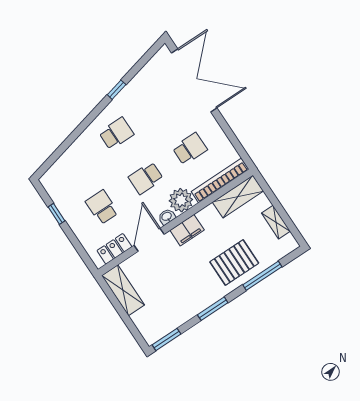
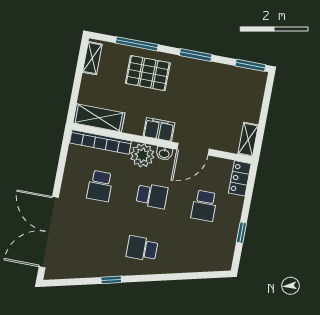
school desk: (190, 149) -> (100, 186), turned -90
shelving: (276, 222) -> (92, 58), moved
locker: (114, 249) -> (240, 178), moved, turned 90
shelving: (123, 290) -> (248, 140), width x0.67, depth x0.75

